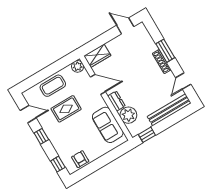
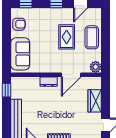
wardrobe: (97, 56) -> (95, 101), moved
plant: (128, 115) -> (31, 85), removed
sofa: (108, 125) -> (20, 54), moved, turned 90

